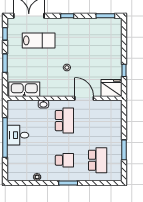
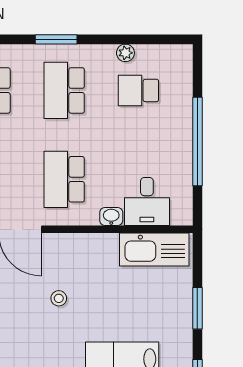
desk: (18, 135) -> (147, 202), moved, turned 90
school desk: (31, 160) -> (138, 90), added
school desk: (64, 160) -> (64, 90), width x1.85

